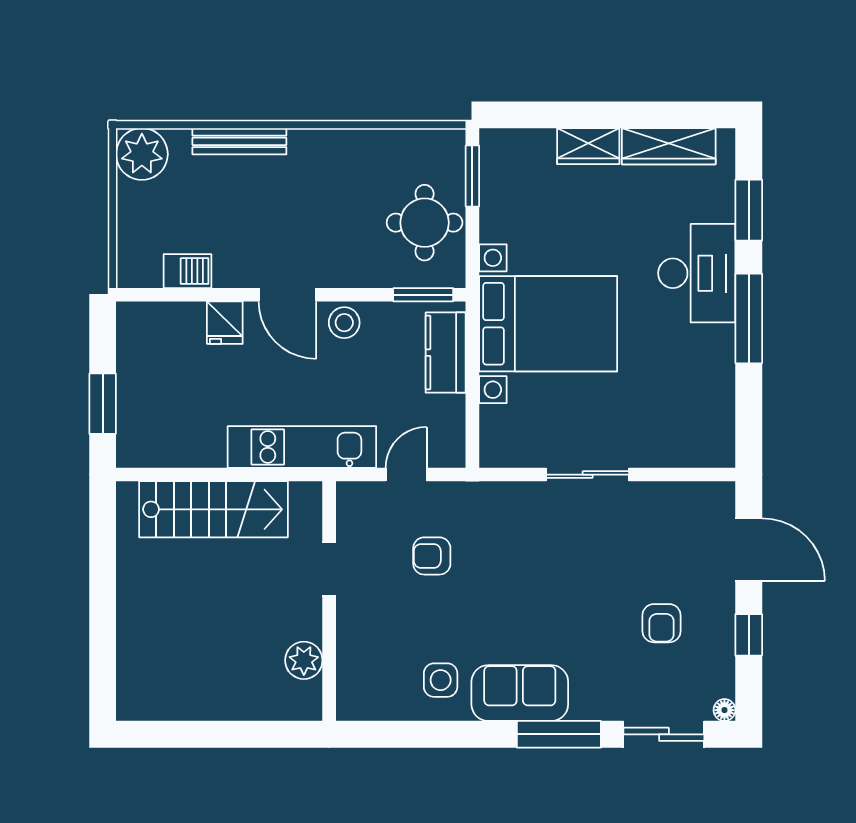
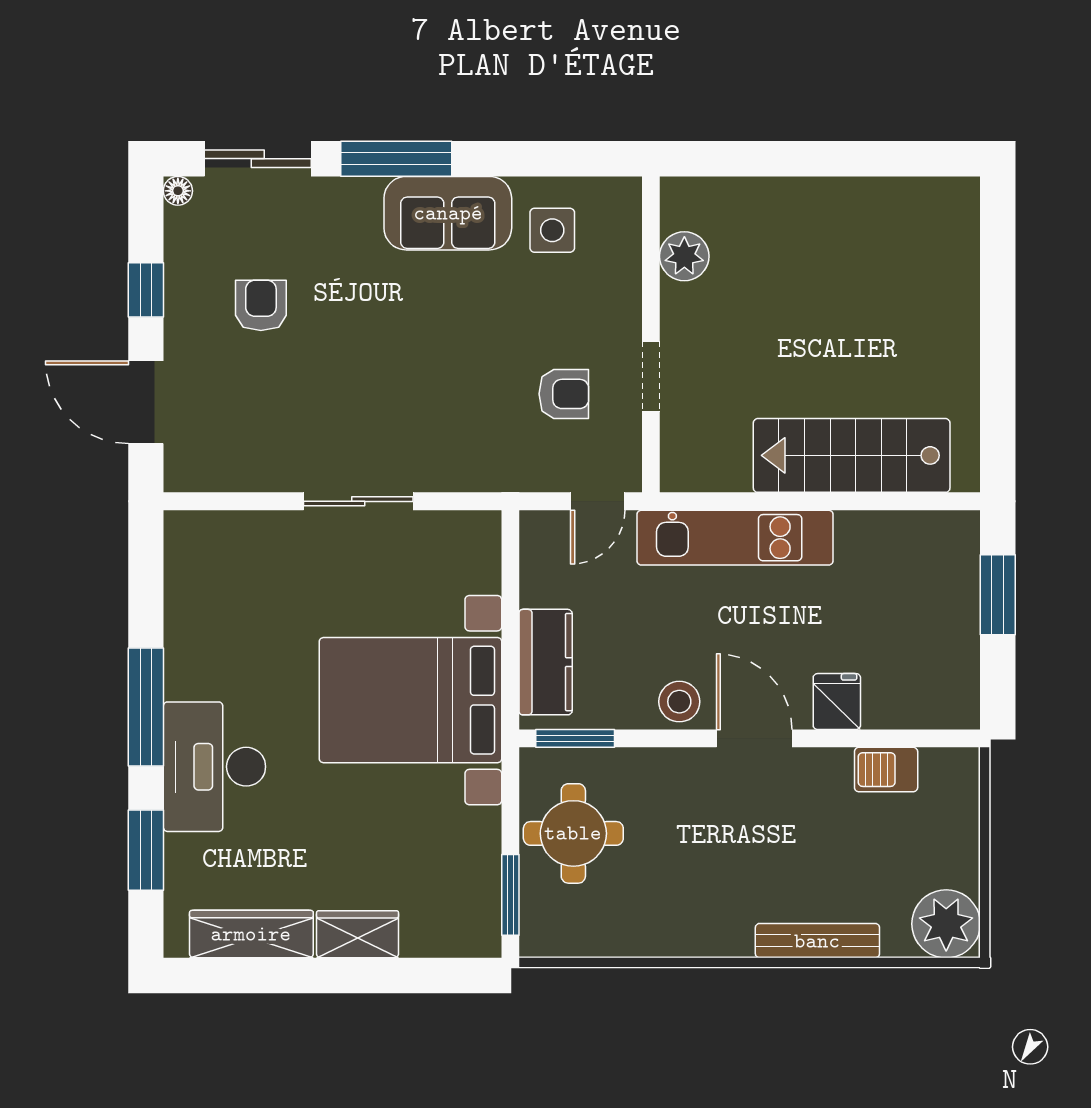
doorway: (329, 569) -> (651, 377), moved
wall: (329, 601) -> (651, 334), moved
plant: (304, 660) -> (684, 256), moved

